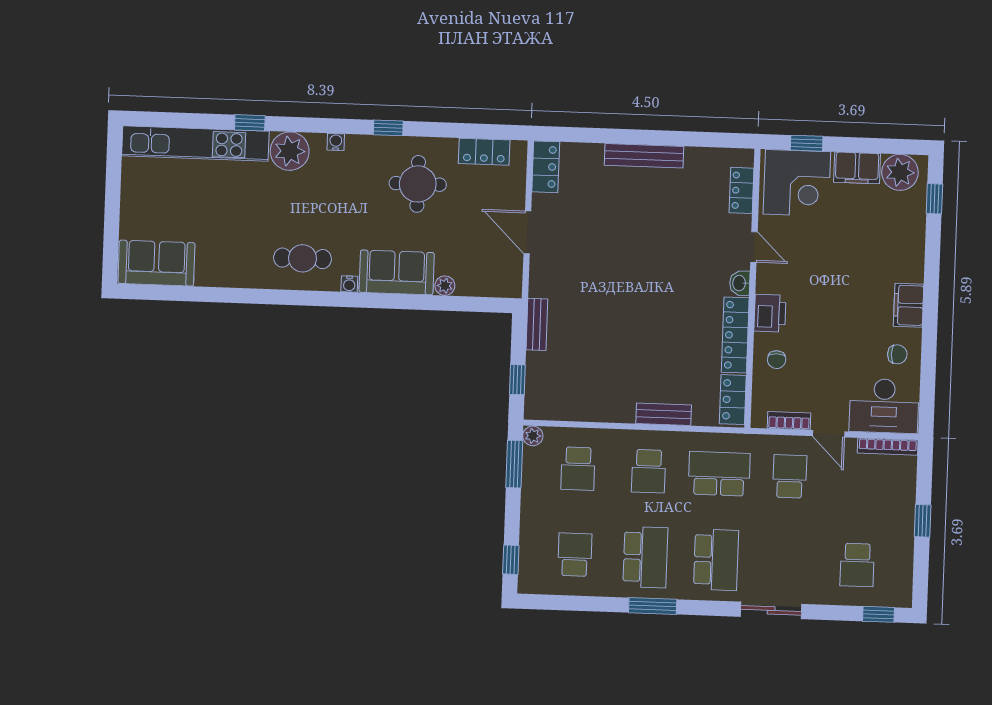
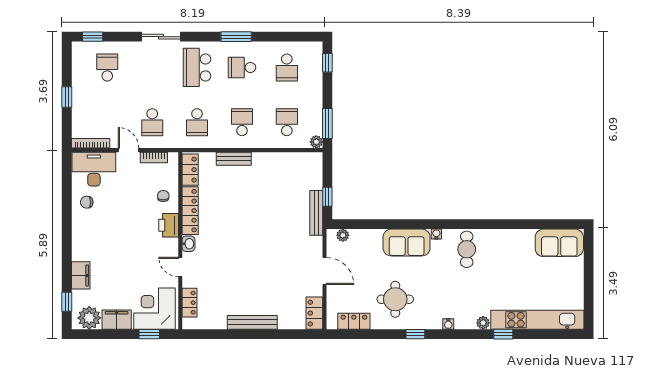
plant: (290, 151) -> (483, 323), width x0.53, depth x0.53
cafe table: (303, 258) -> (467, 249), turned 90
plant: (445, 286) -> (343, 235), moved
filing cabinet: (909, 305) -> (81, 275), moved
bench: (537, 324) -> (316, 213), width x1.36
window: (517, 380) -> (327, 197), moved
school desk: (719, 474) -> (197, 122), width x0.54
school desk: (645, 557) -> (242, 67), width x0.54

